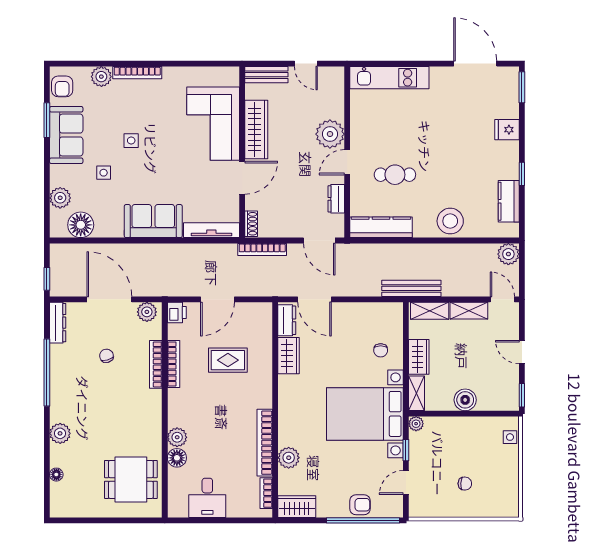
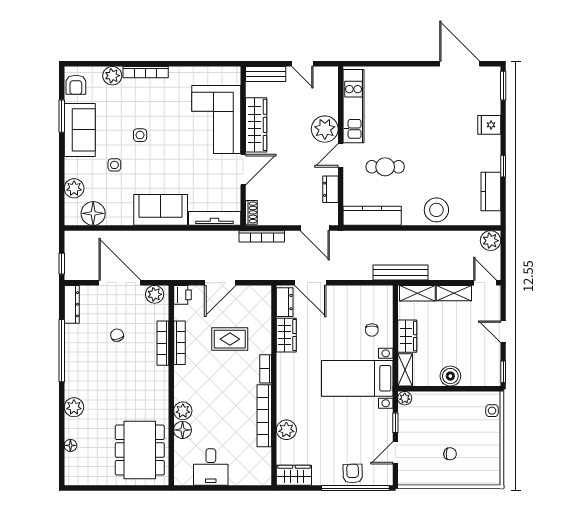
kitchen unit: (389, 78) -> (354, 106), moved, turned -90
bed with nightstands: (365, 414) -> (357, 378), width x0.73
dining table: (131, 479) -> (140, 450), width x1.38
bookcase: (266, 493) -> (266, 369), moved
armchair: (360, 505) -> (353, 474), turned -91

